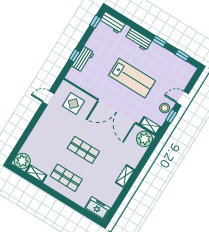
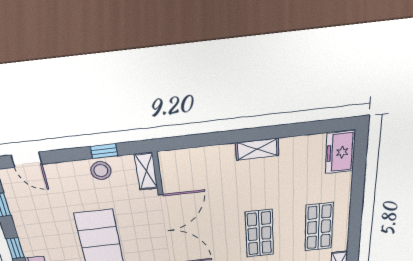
door: (182, 98) -> (27, 160), moved
plant: (144, 139) -> (174, 164), removed

